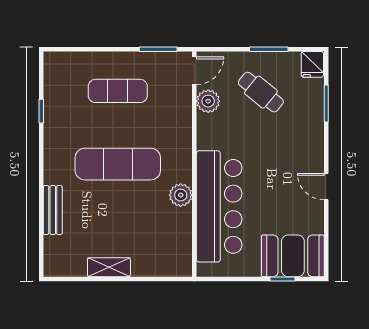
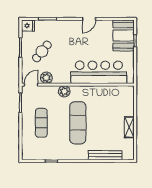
door: (194, 71) -> (31, 85), hinge flipped
plant: (181, 195) -> (64, 91), moved
bench: (53, 210) -> (105, 155), width x1.36

